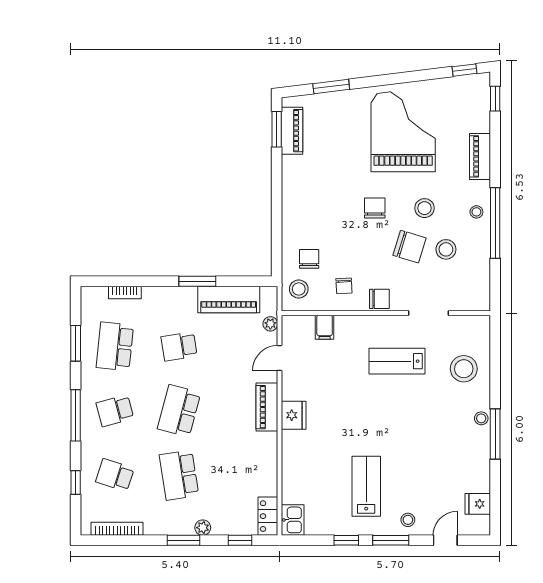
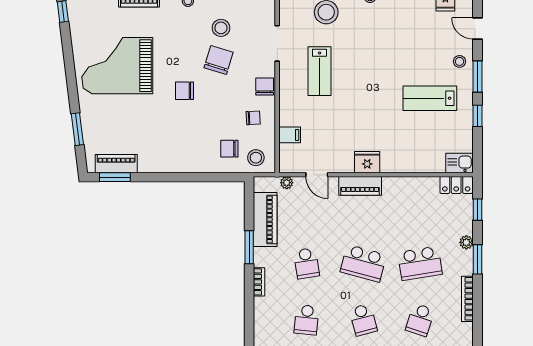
stool: (424, 208) -> (185, 47), removed
bookcase: (125, 293) -> (259, 282), moved
school desk: (115, 346) -> (307, 320), width x0.54
bookcase: (117, 529) -> (467, 299), moved

